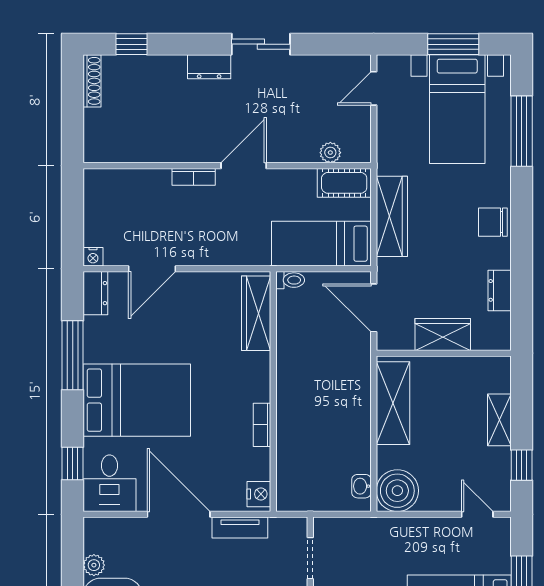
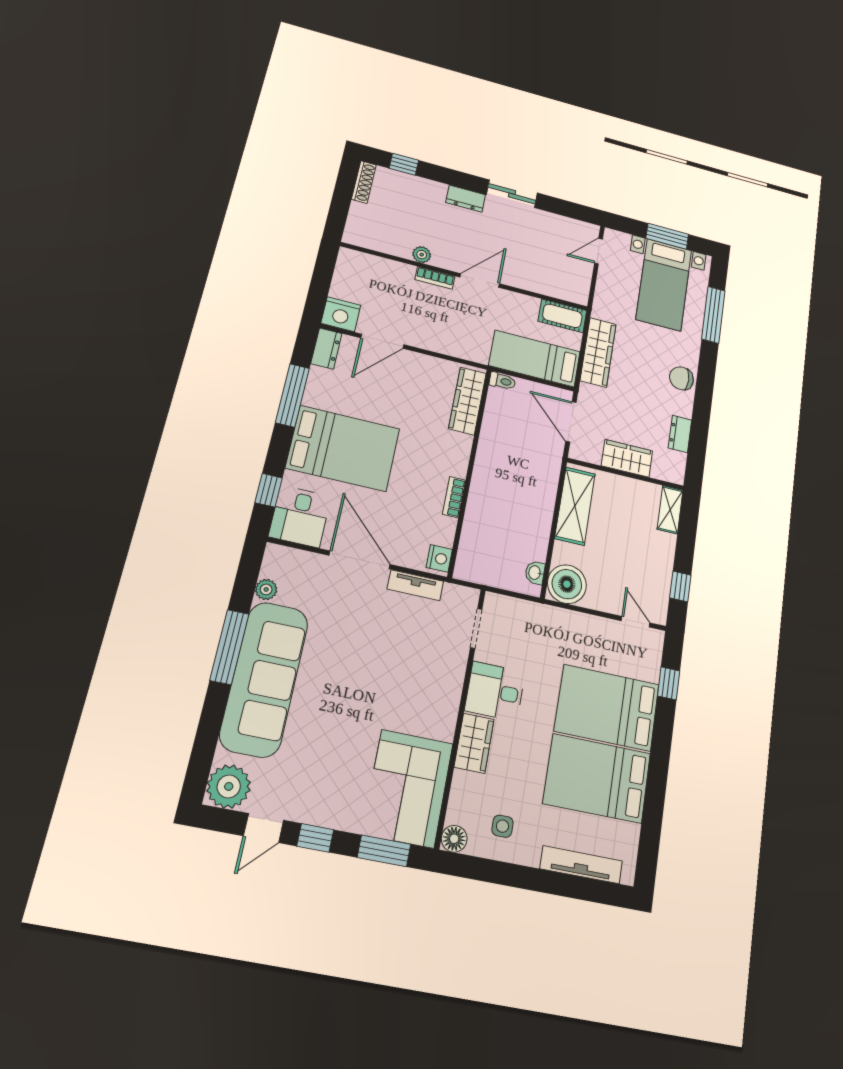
plant: (330, 153) -> (422, 255), moved
nightstand: (93, 257) -> (341, 314), width x1.89, depth x1.79
shelving: (499, 420) -> (670, 510), moved

